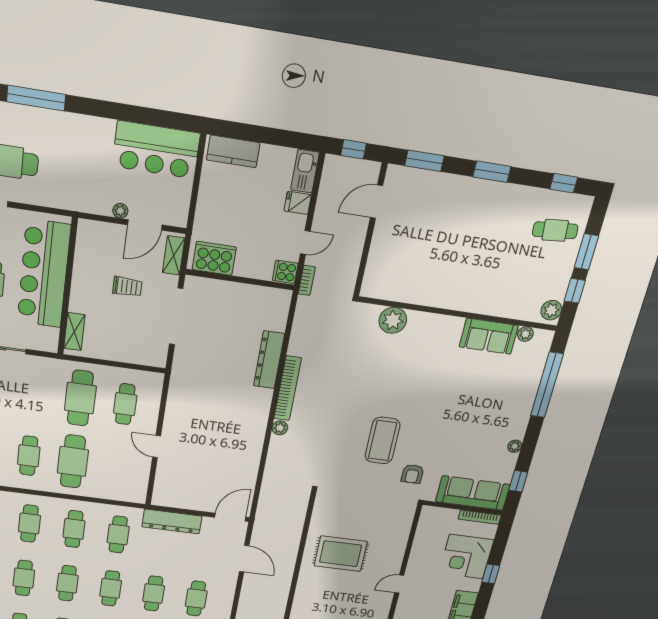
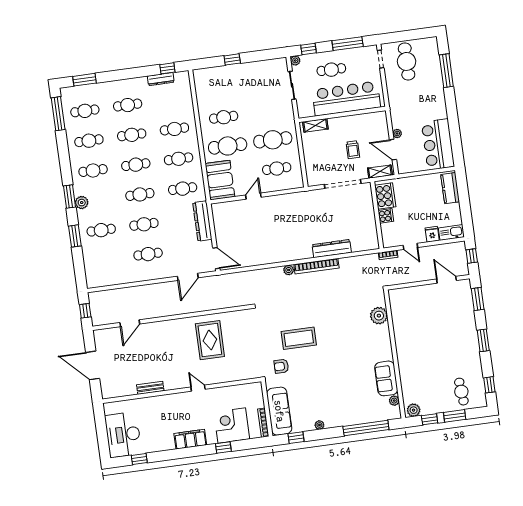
cooker: (285, 272) -> (386, 216), moved, turned 90
booth: (120, 484) -> (220, 180), added

